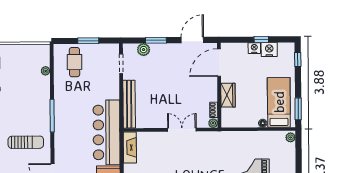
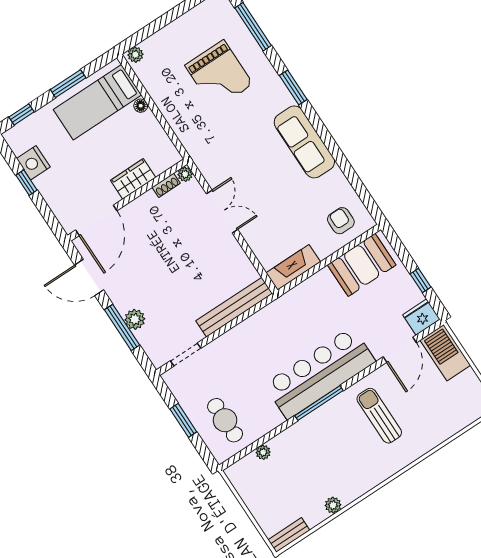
window: (156, 40) -> (122, 327), width x1.44
nightstand: (254, 48) -> (45, 185), removed
plant: (144, 50) -> (135, 319), moved
cafe table: (75, 62) -> (225, 420), turned 90
door: (219, 63) -> (96, 220), hinge flipped
window: (298, 109) -> (68, 84), moved
double door: (182, 130) -> (222, 211), swing flipped
bar counter: (107, 132) -> (320, 373), moved, turned 180

